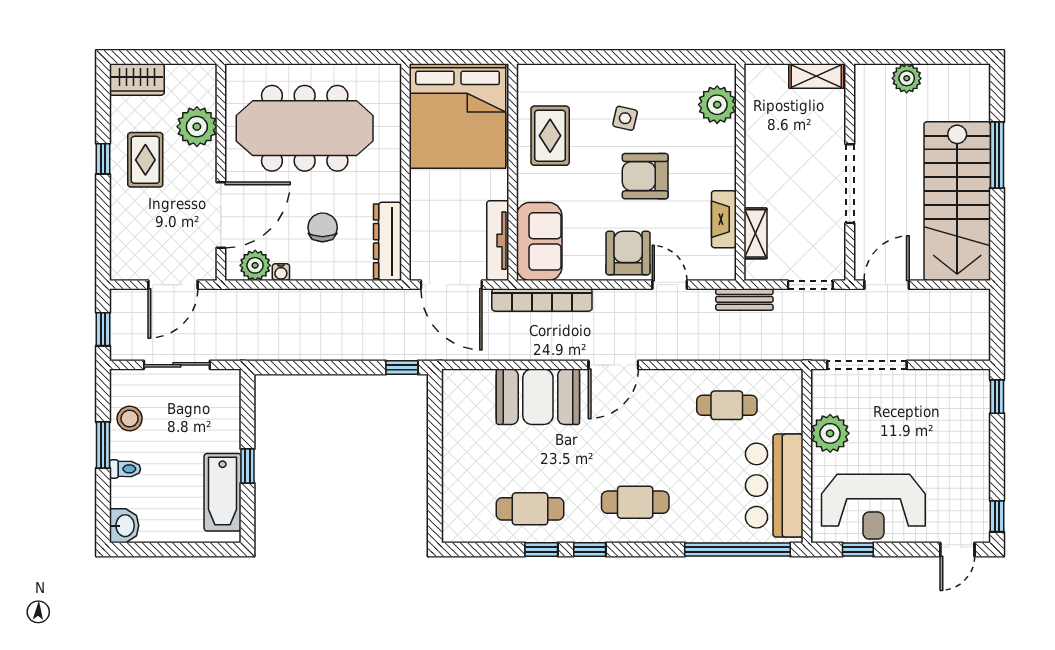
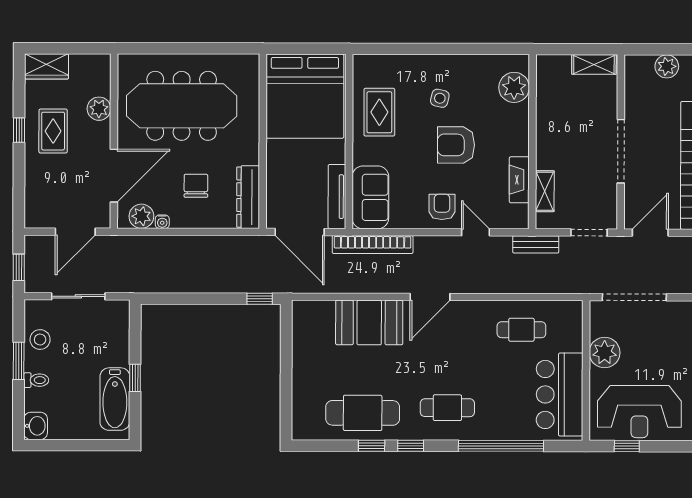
plant: (197, 127) -> (99, 109), width x0.73, depth x0.73
armchair: (628, 253) -> (442, 207), width x0.72, depth x0.72
cafe table: (530, 509) -> (363, 413), width x1.37, depth x1.35
window: (737, 550) -> (501, 446), moved

